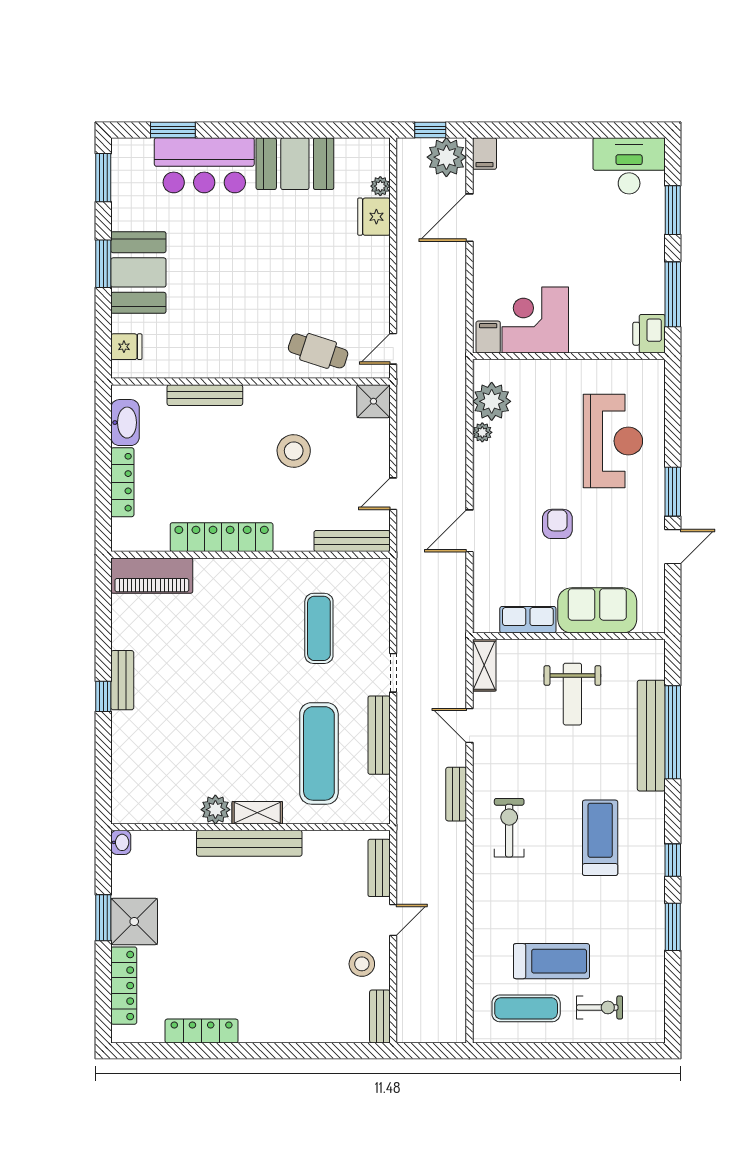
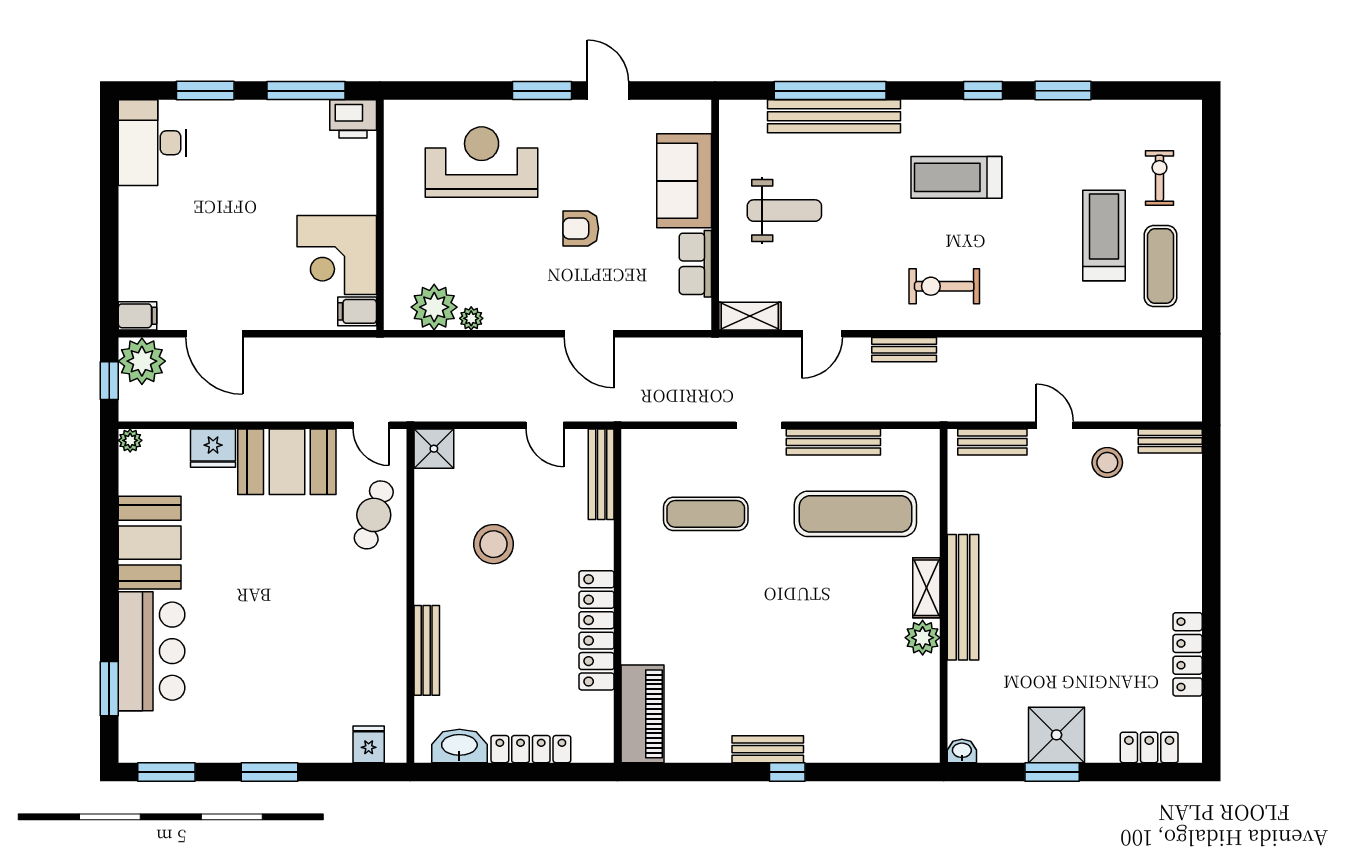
plant: (380, 186) -> (130, 440), moved
booth: (138, 272) -> (287, 462), moved
locker: (124, 986) -> (1149, 747), width x0.66

